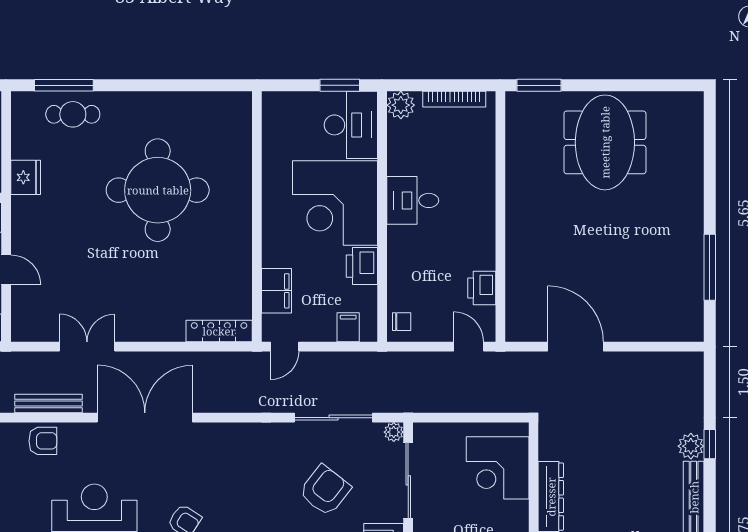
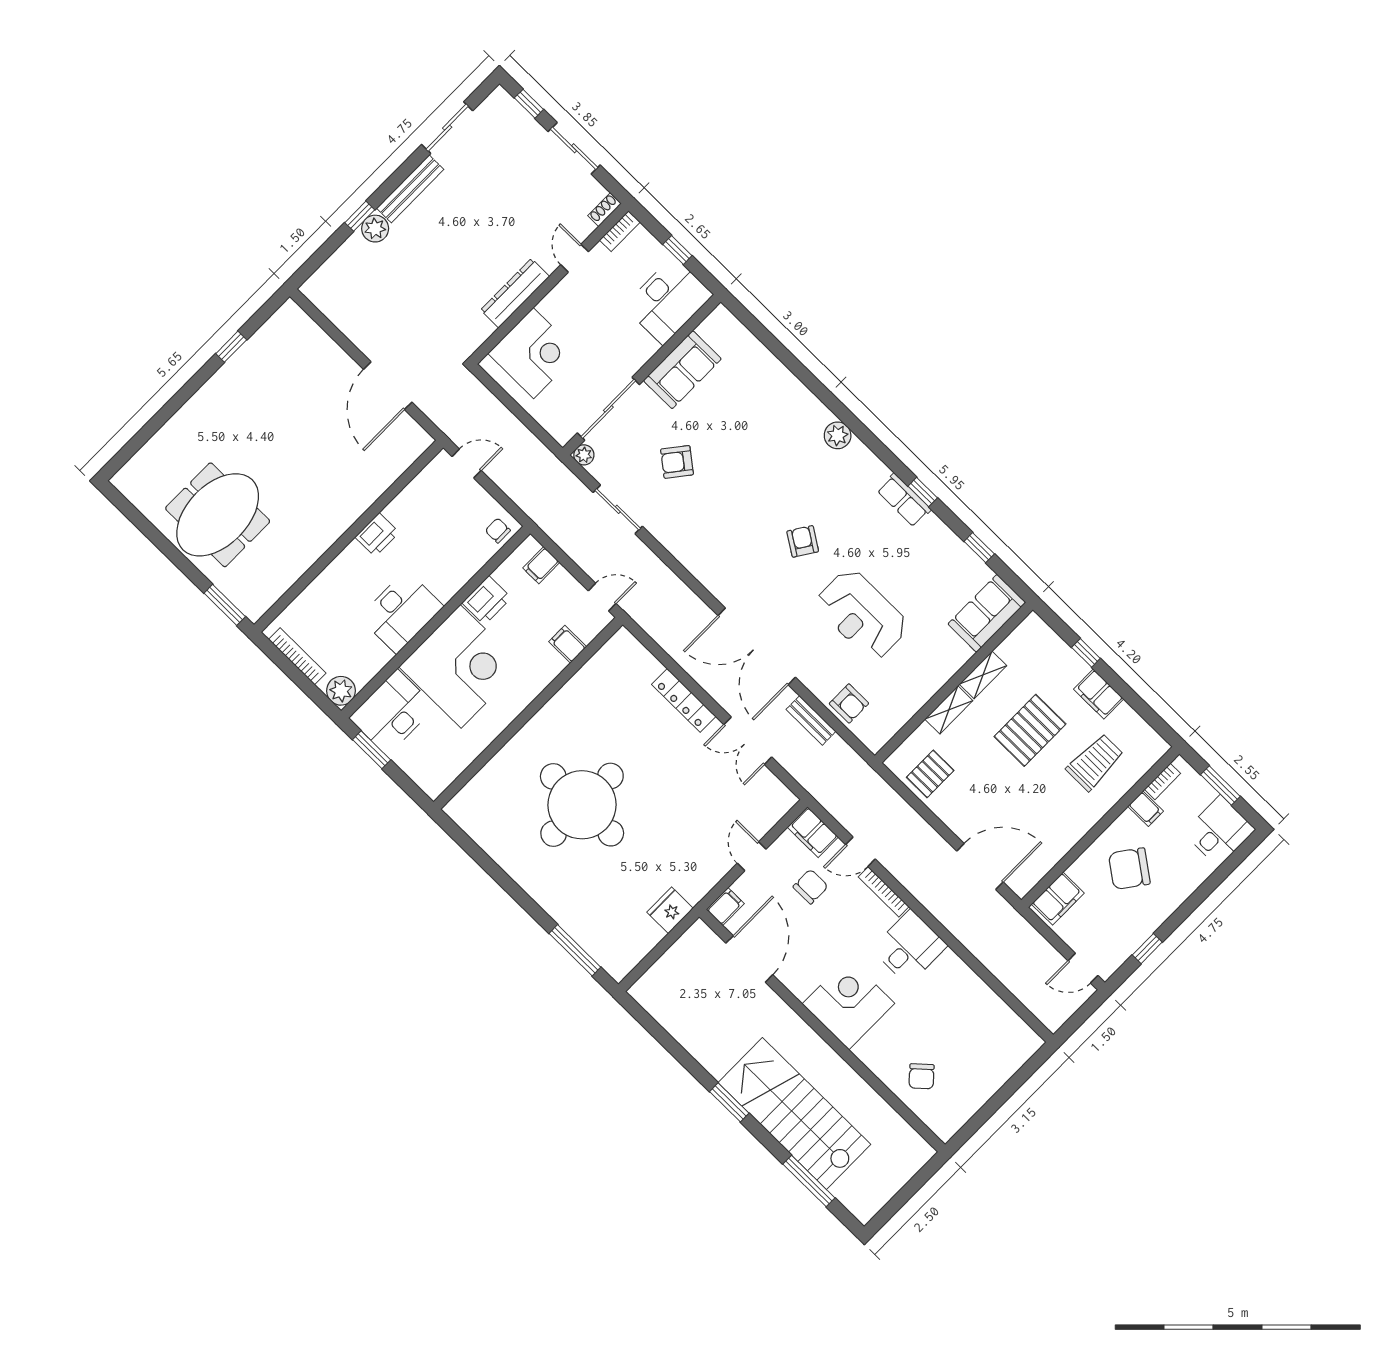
cafe table: (73, 114) -> (589, 922), removed
desk: (413, 200) -> (401, 612), width x1.37
window: (710, 267) -> (231, 347), width x0.46
printer: (482, 288) -> (377, 535), moved
filing cabinet: (276, 291) -> (568, 644), width x0.50
locker: (219, 331) -> (684, 700), moved
door: (469, 347) -> (467, 463), swing flipped
bench: (48, 403) -> (811, 720), width x0.73
sliding door: (333, 418) -> (618, 509), width x0.73
armchair: (43, 441) -> (849, 703), turned 180
armchair: (325, 490) -> (677, 462), width x0.72, depth x0.72

